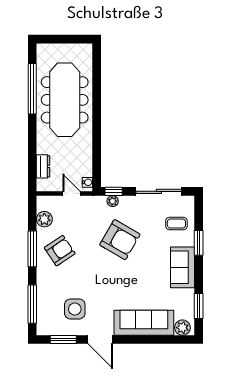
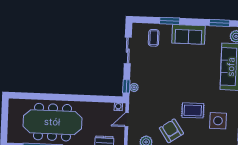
sliding door: (159, 191) -> (128, 51), width x0.73
armchair: (120, 240) -> (165, 83), removed
rug: (87, 277) -> (193, 110), added

